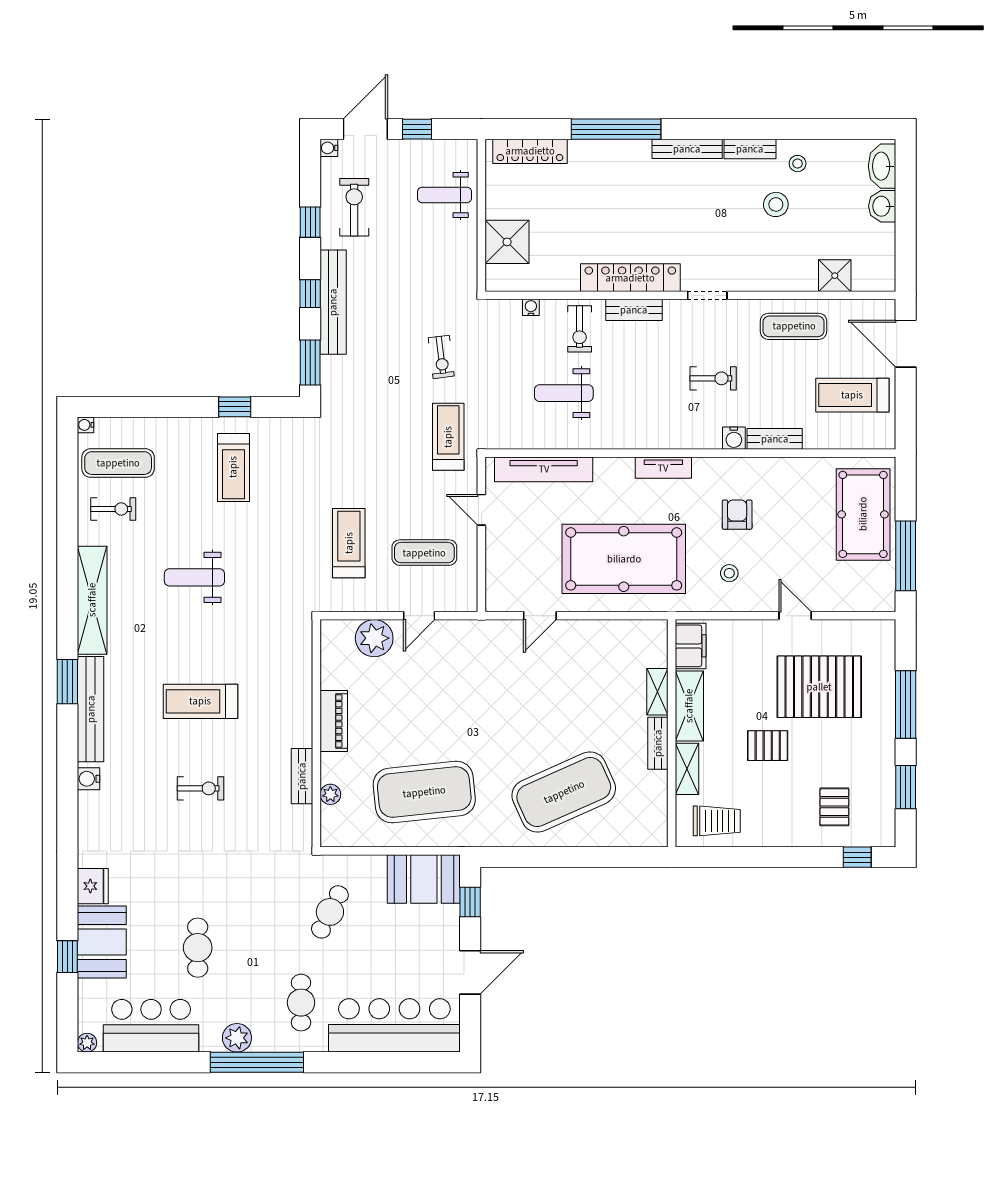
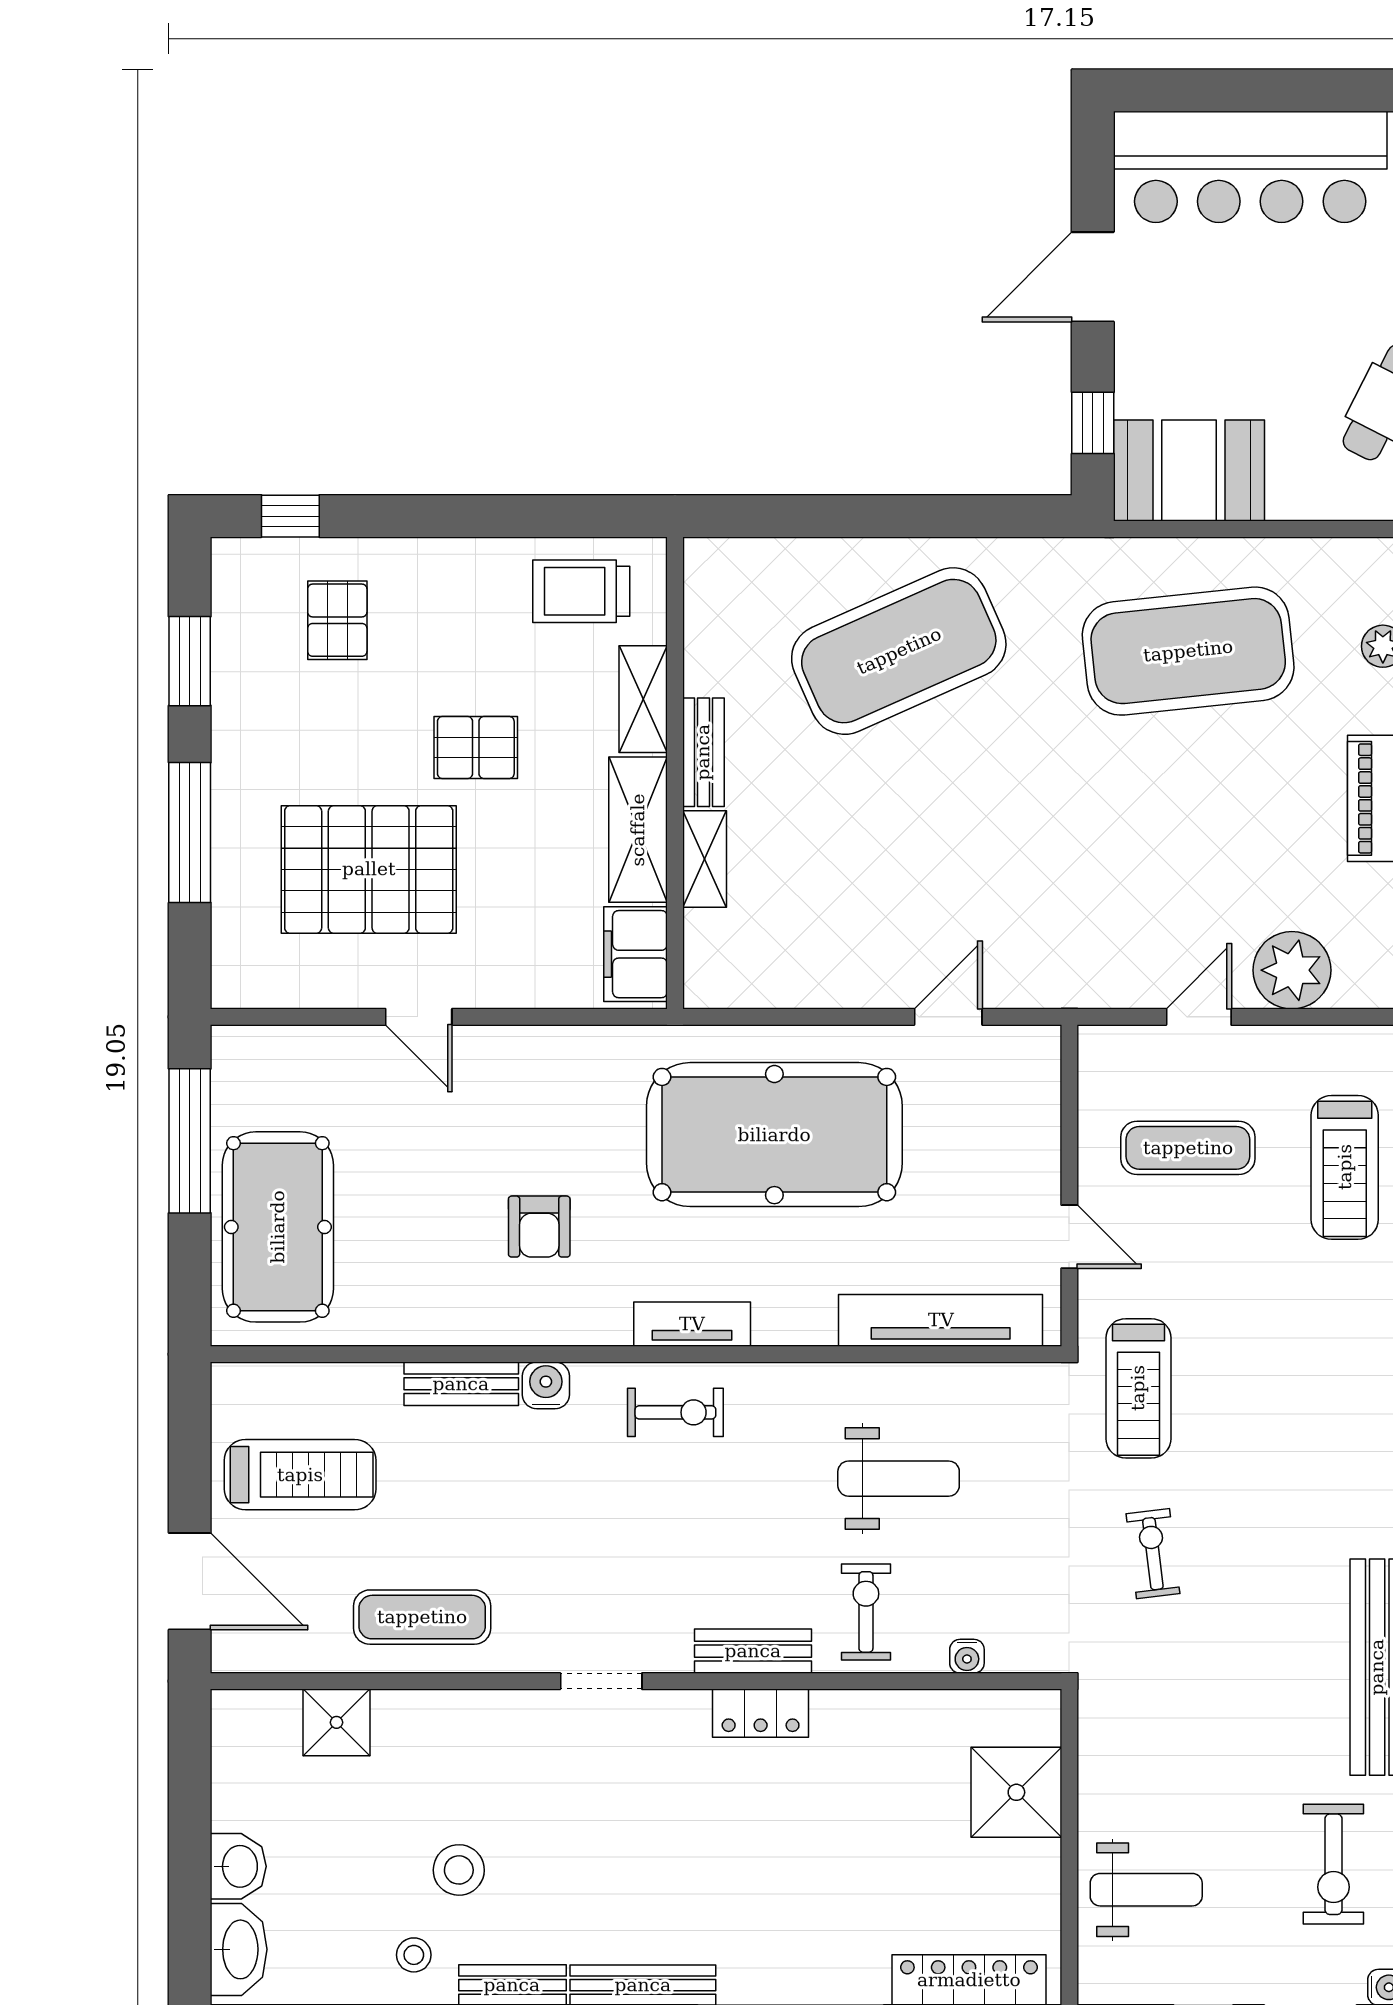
locker: (630, 278) -> (761, 1713), width x0.46, depth x0.83
exercise bike: (713, 378) -> (675, 1412), moved, turned 180
stool: (729, 573) -> (555, 1105), removed

